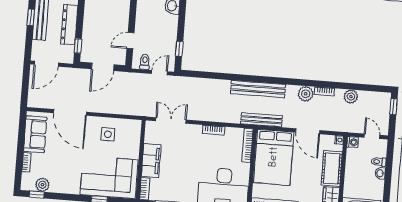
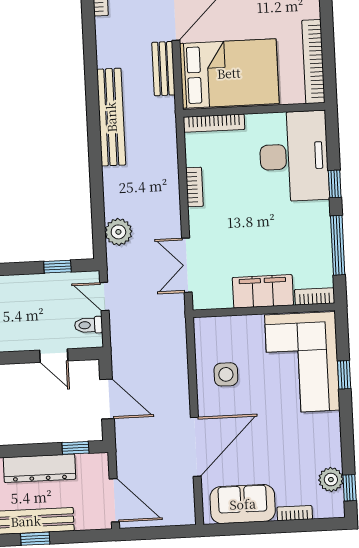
plant: (306, 94) -> (118, 232), moved
bench: (261, 120) -> (163, 69), moved, width x0.73

